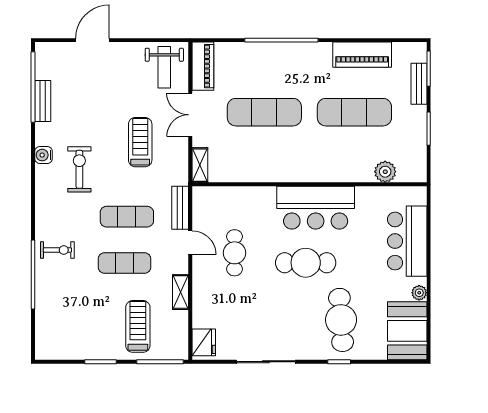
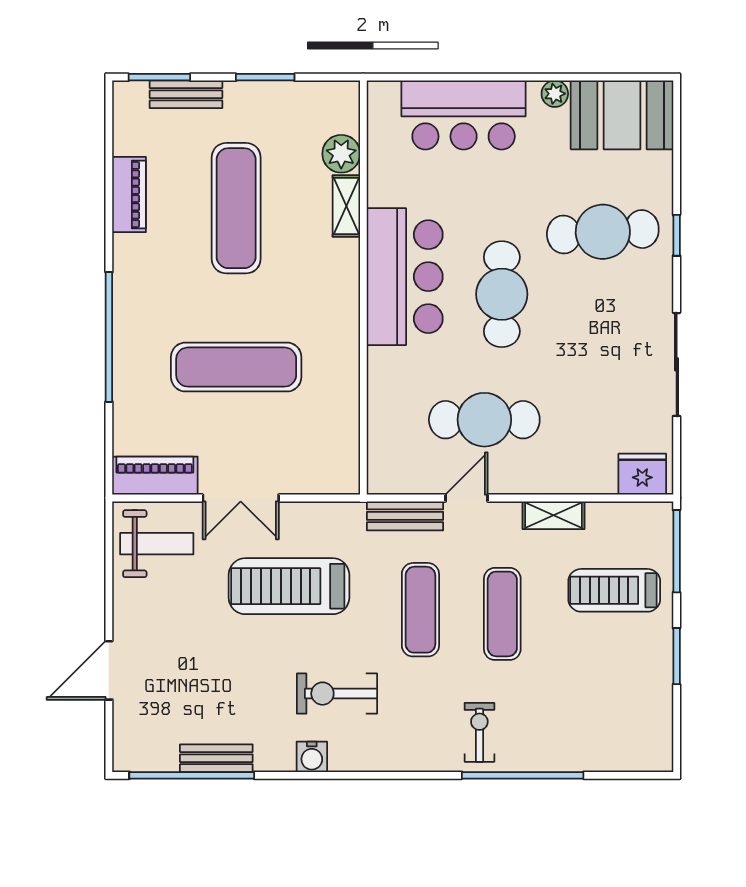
door: (93, 40) -> (109, 670), hinge flipped
piano: (362, 55) -> (129, 195), width x0.73, depth x0.75
exercise mat: (264, 112) -> (236, 367), turned 90
treadmill: (140, 142) -> (289, 586), width x1.37, depth x1.38
shelving: (200, 165) -> (346, 206), moved, turned 90
cafe table: (235, 253) -> (484, 420), width x1.37, depth x1.35

